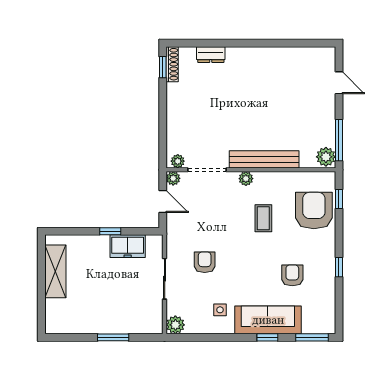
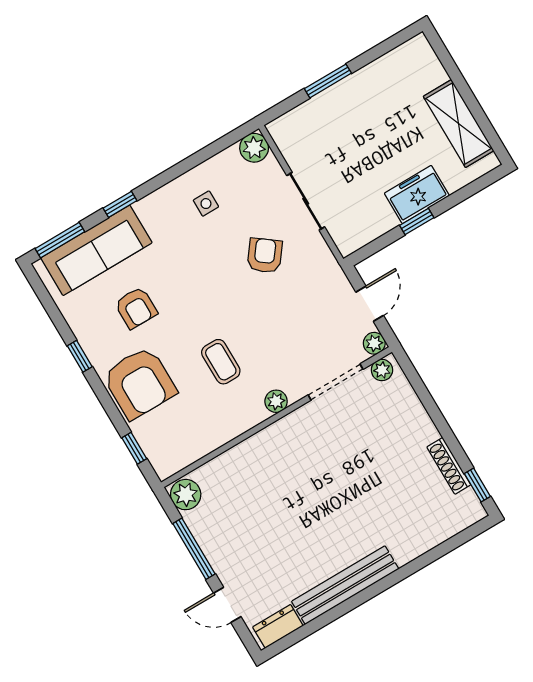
dresser: (211, 55) -> (278, 626), moved
shoe rack: (172, 64) -> (449, 466), moved
window: (339, 140) -> (194, 549), moved
bench: (264, 159) -> (345, 585), moved
door: (163, 202) -> (370, 304), swing flipped
armchair: (314, 211) -> (140, 383), moved
freezer: (128, 246) -> (417, 194), moved
armchair: (205, 262) -> (265, 255), turned -143
sofa: (268, 320) -> (96, 250), moved

